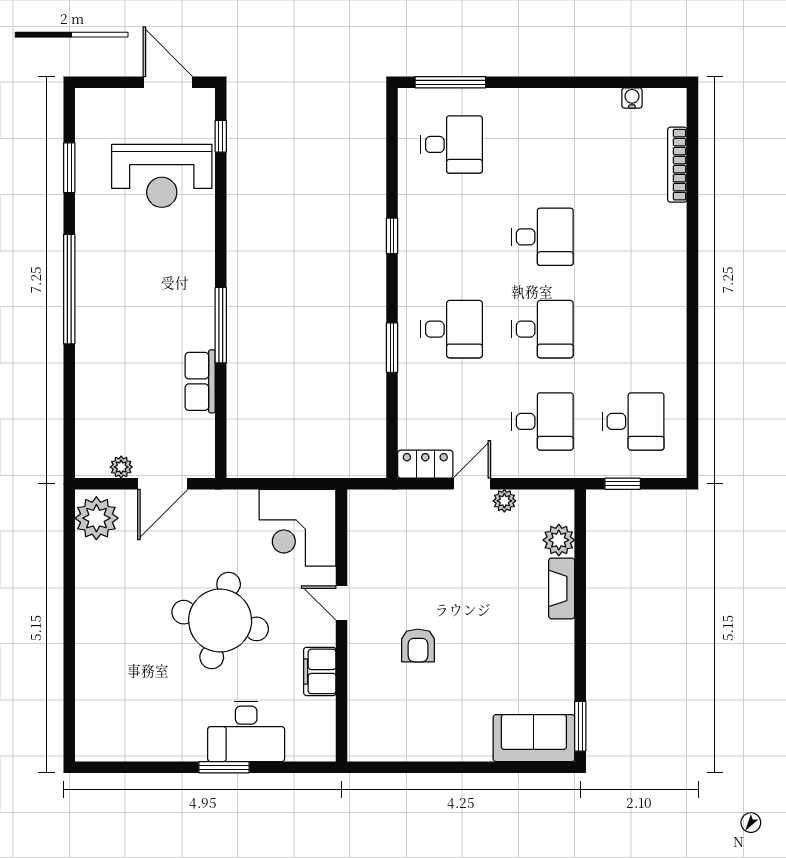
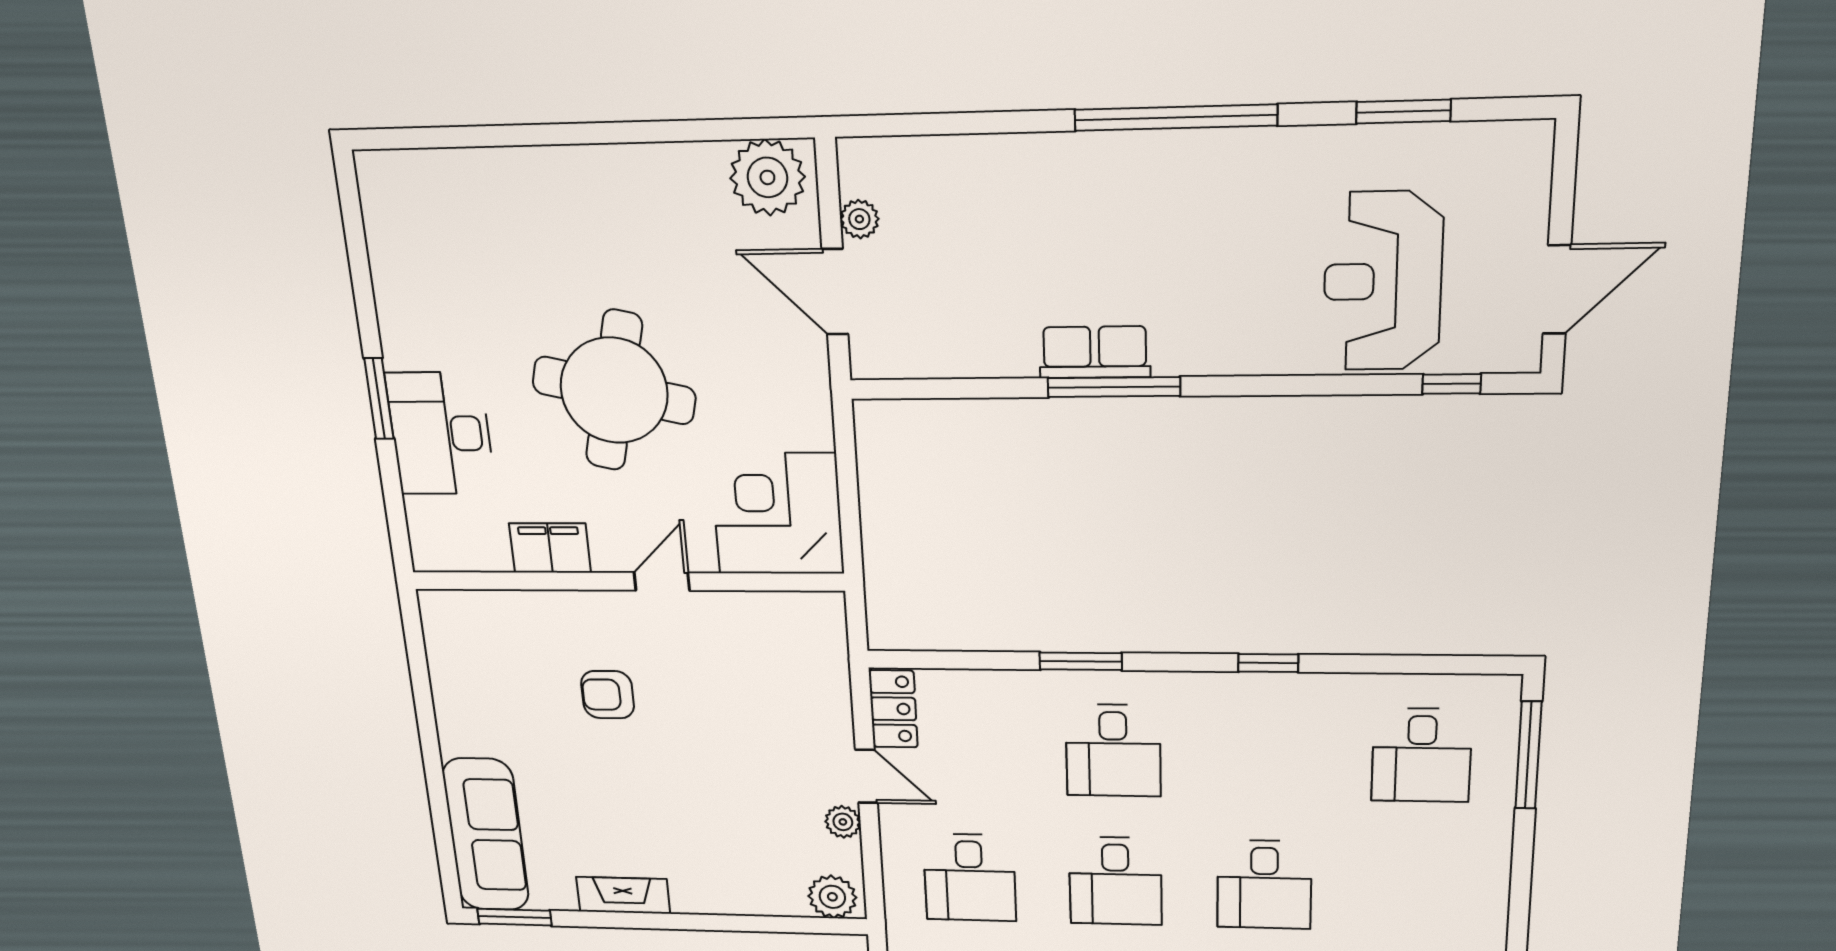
row of seats: (200, 381) -> (1095, 352), moved
plant: (559, 540) -> (832, 897), moved
fireplace: (562, 588) -> (623, 895), moved
sofa: (534, 738) -> (486, 835), width x1.36

